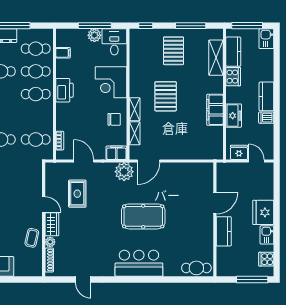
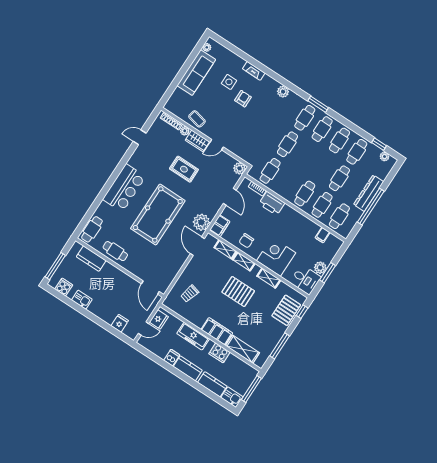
window: (95, 26) -> (327, 273), width x0.69
pallet: (174, 51) -> (286, 310), moved, turned 90
kitchen counter: (233, 52) -> (212, 384), moved, turned 180
shelving: (135, 76) -> (269, 278), added
printer: (64, 90) -> (272, 203), moved
filing cabinet: (215, 110) -> (217, 331), moved
freezer: (234, 116) -> (193, 336), width x1.40
trolley: (197, 140) -> (190, 294), added
door: (84, 161) -> (230, 197), hinge flipped
plant: (52, 169) -> (240, 168), added
rug: (77, 194) -> (184, 169), moved
door: (215, 203) -> (150, 288), moved
fridge: (263, 212) -> (120, 323), moved, width x0.53, depth x0.75
pool table: (143, 216) -> (158, 215), width x1.36, depth x1.32
kitchen counter: (224, 231) -> (91, 259), moved
cafe table: (202, 233) -> (115, 251), added

